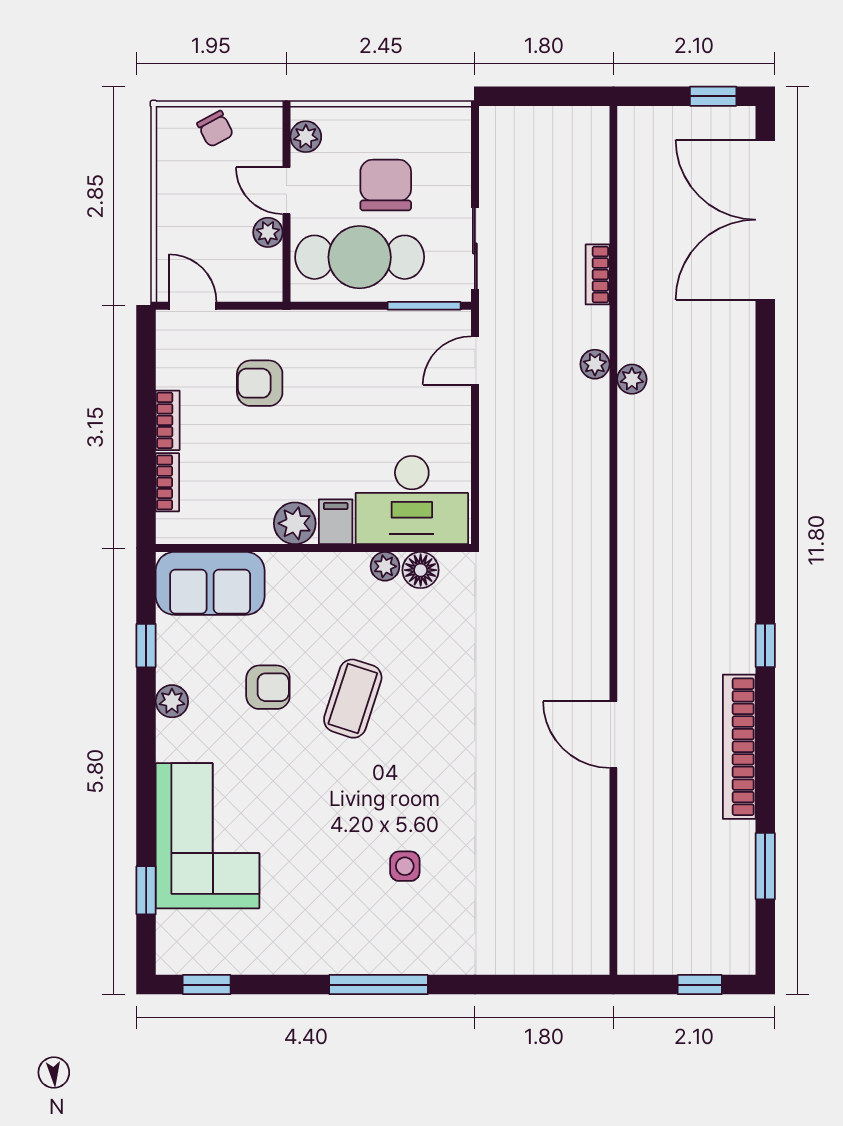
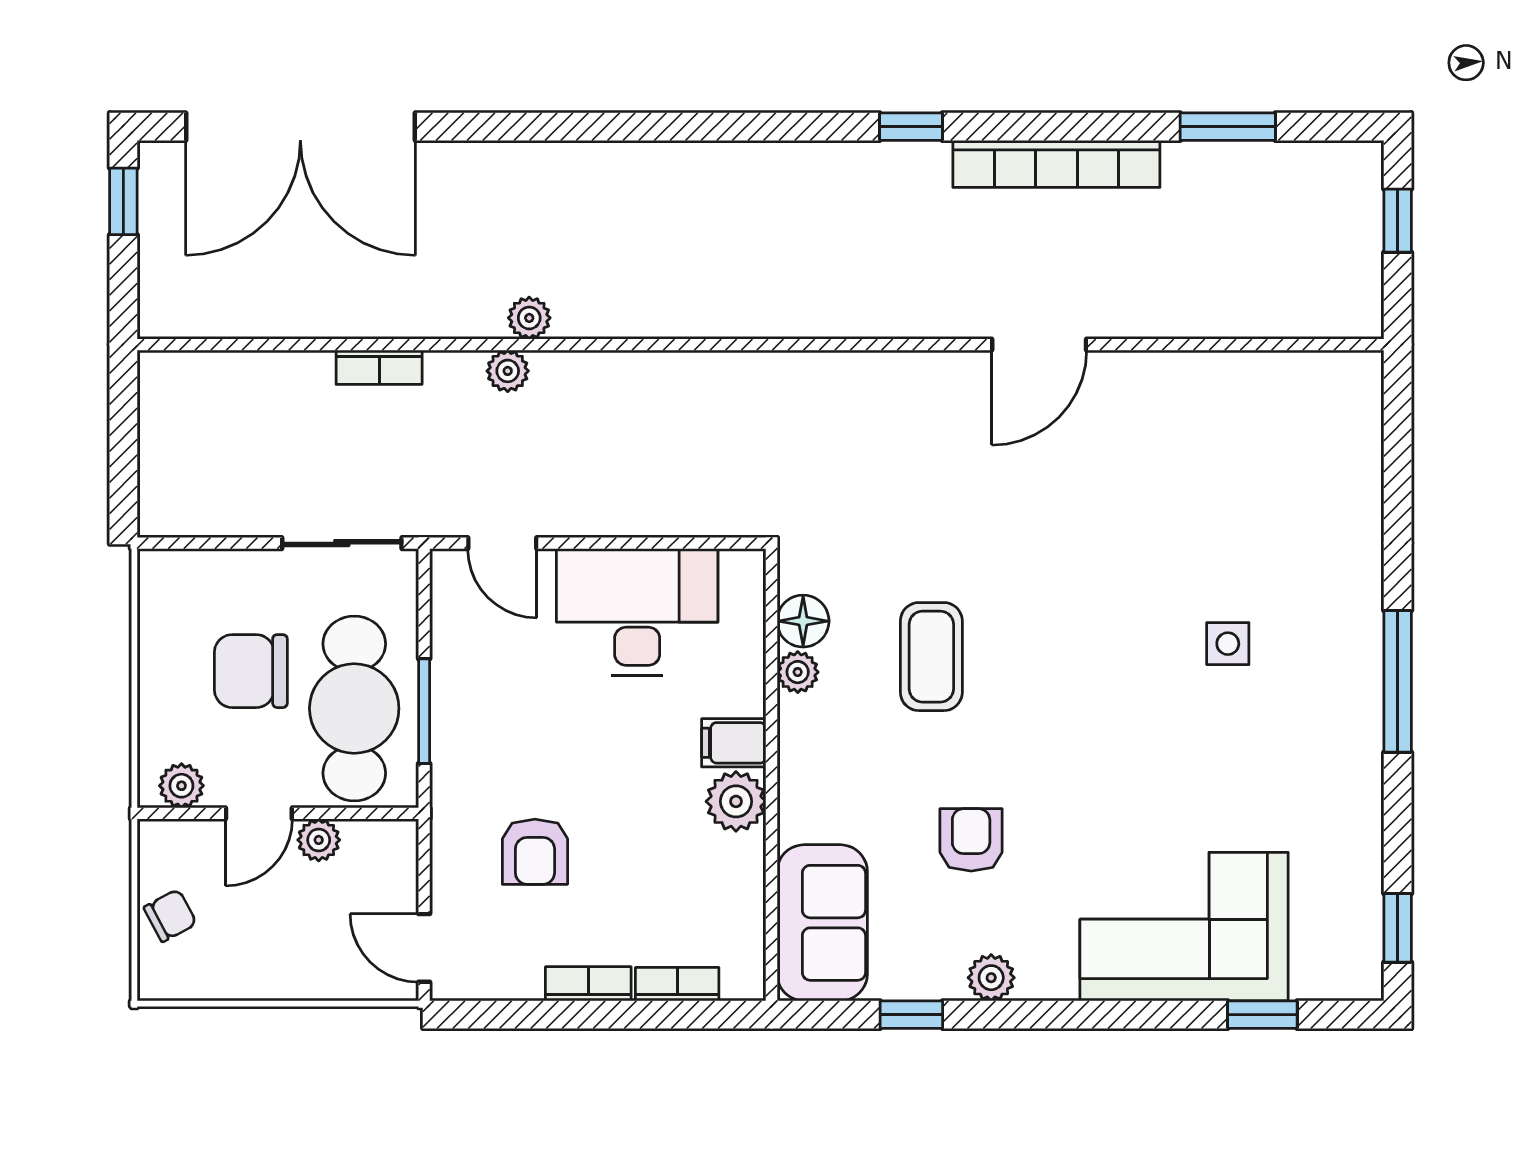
door: (193, 306) -> (424, 948), hinge flipped
window: (424, 306) -> (424, 711), moved
desk: (412, 500) -> (637, 612), moved, turned -90
coffee table: (353, 699) -> (931, 657), moved, turned 72

